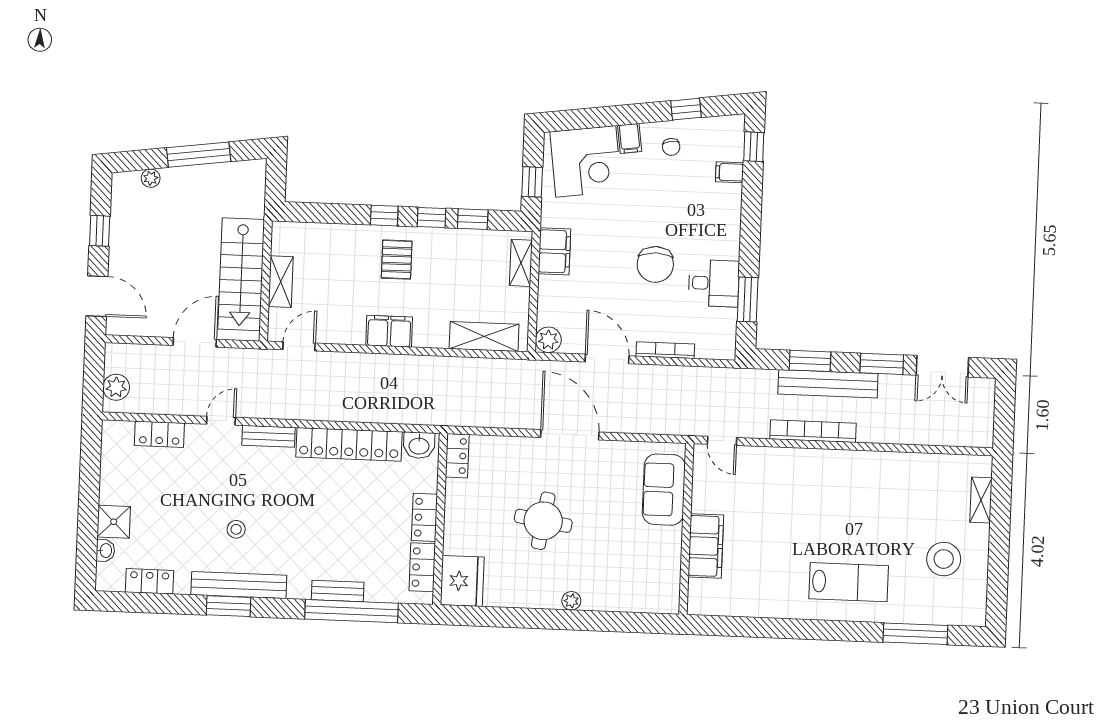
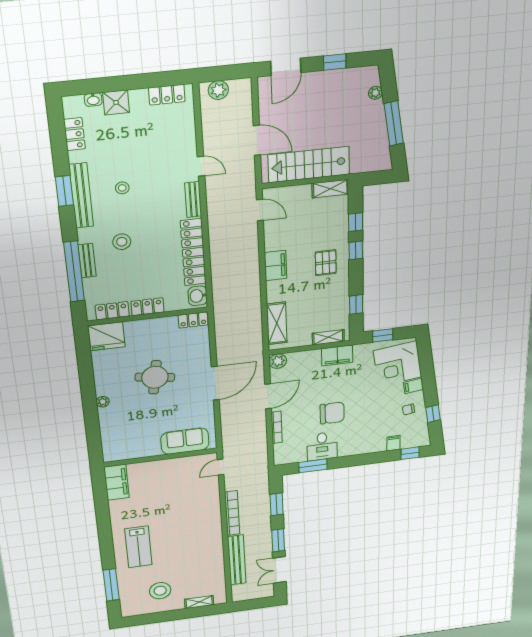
window: (432, 217) -> (356, 222), moved
pallet: (397, 260) -> (326, 263), turned 90
chair: (655, 264) -> (332, 413), turned 180
shelving: (281, 282) -> (330, 189), moved
bench: (828, 384) -> (237, 560), moved
locker: (159, 434) -> (167, 95), moved, turned -90
stool: (316, 540) -> (122, 242), added
filing cabinet: (706, 546) -> (117, 482), moved, turned -90

